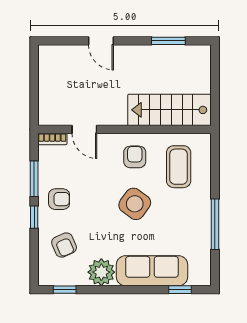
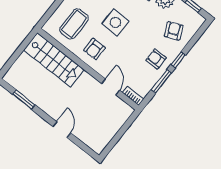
side table: (135, 204) -> (115, 22), turned -36

